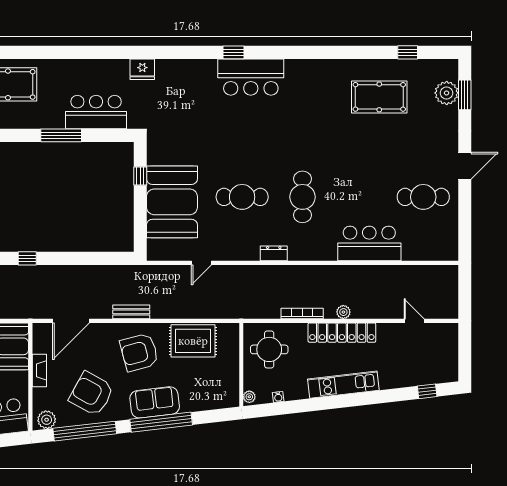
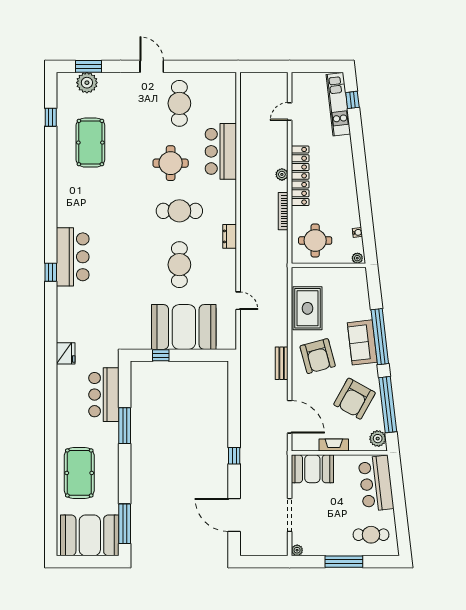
round table: (356, 187) -> (171, 163), added
kitchen unit: (343, 385) -> (338, 104), moved

